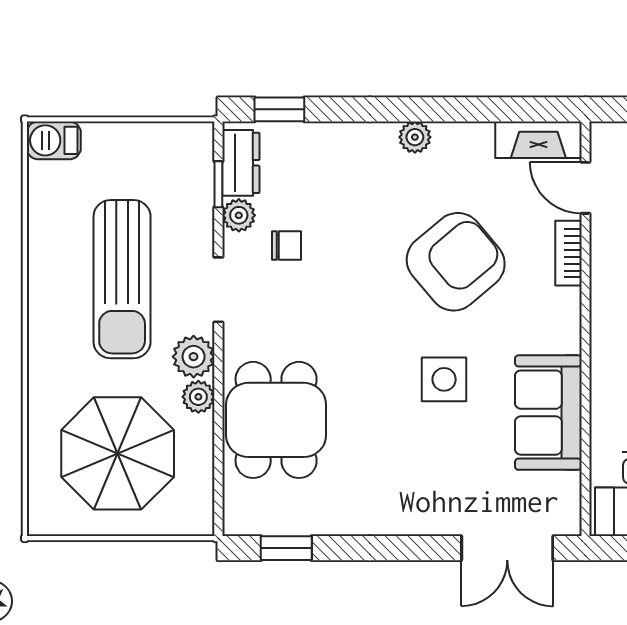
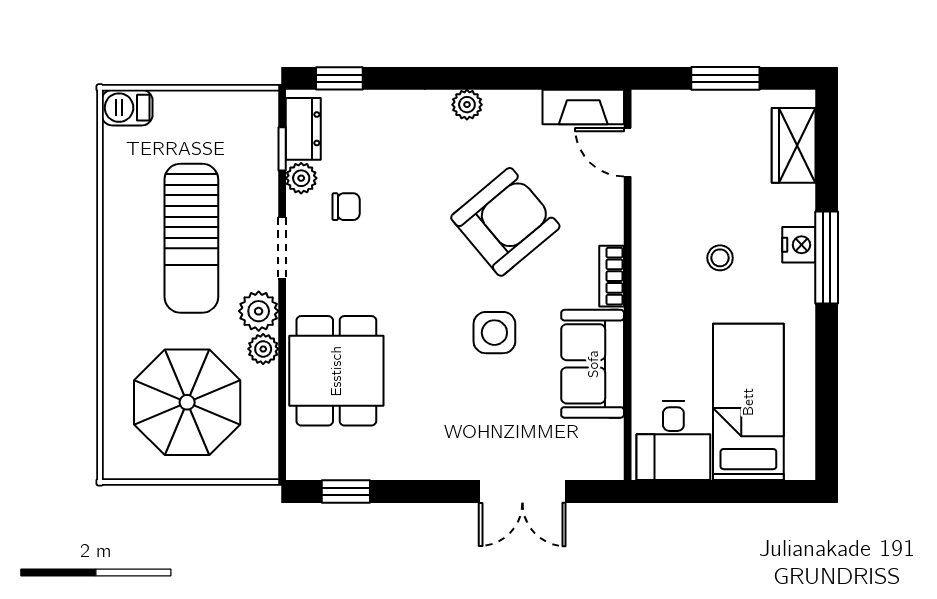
bookcase: (568, 253) -> (612, 276), moved
double door: (507, 548) -> (522, 491), moved

